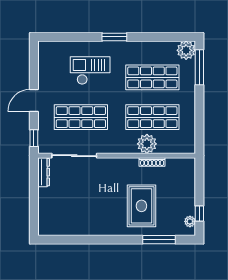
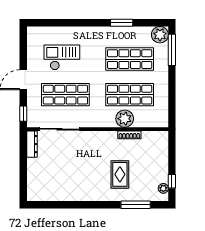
window: (114, 37) -> (122, 23), moved
checkout: (90, 71) -> (62, 57), moved
rug: (141, 206) -> (120, 174), width x0.73, depth x0.70

